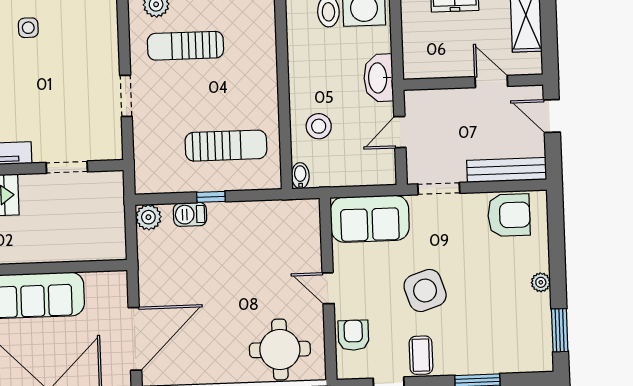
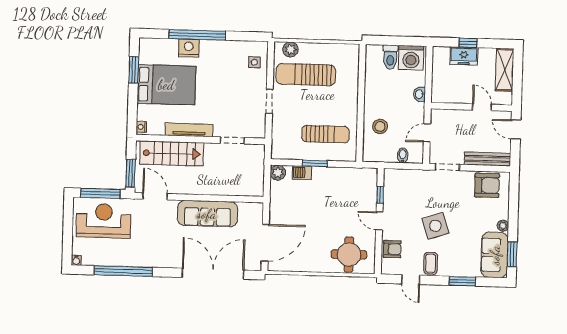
side table: (28, 28) -> (254, 62), moved
sun lounger: (185, 46) -> (306, 75), width x1.36, depth x1.34
washbasin: (378, 78) -> (419, 94), width x0.52, depth x0.69
bidet: (300, 176) -> (403, 155), moved
window: (211, 197) -> (315, 163), width x1.50
sofa: (370, 219) -> (495, 255), moved, turned 90
window: (326, 243) -> (380, 195), added
armchair: (353, 335) -> (392, 249), turned 90

